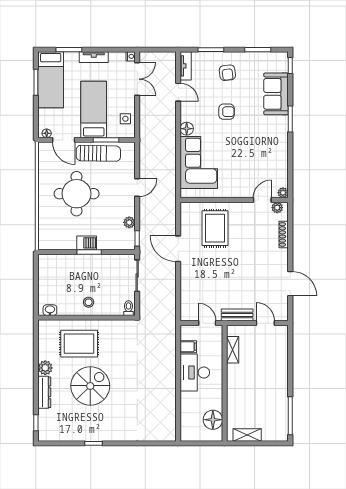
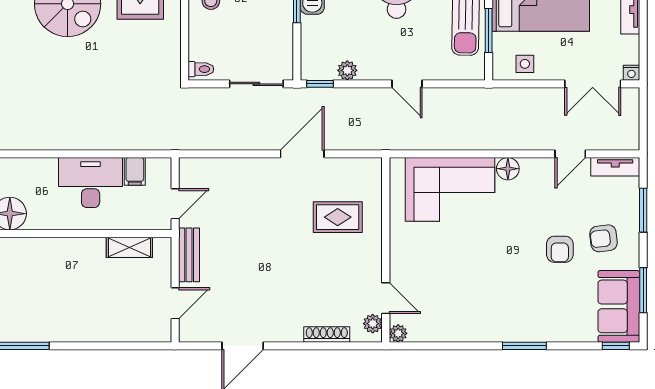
sofa: (276, 94) -> (619, 306), moved, turned -90
armchair: (226, 112) -> (560, 249), moved
rug: (215, 228) -> (338, 217), width x0.73, depth x0.70

